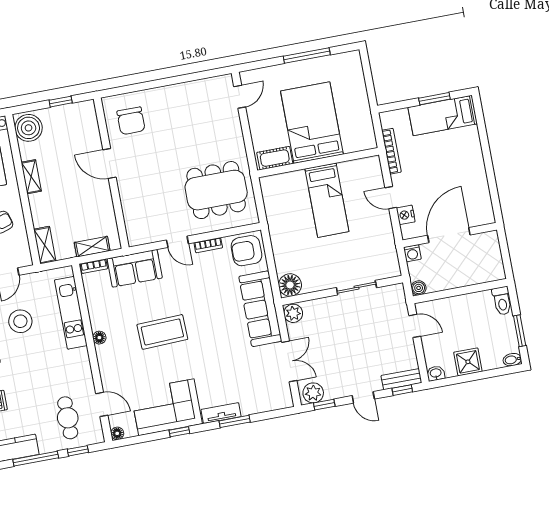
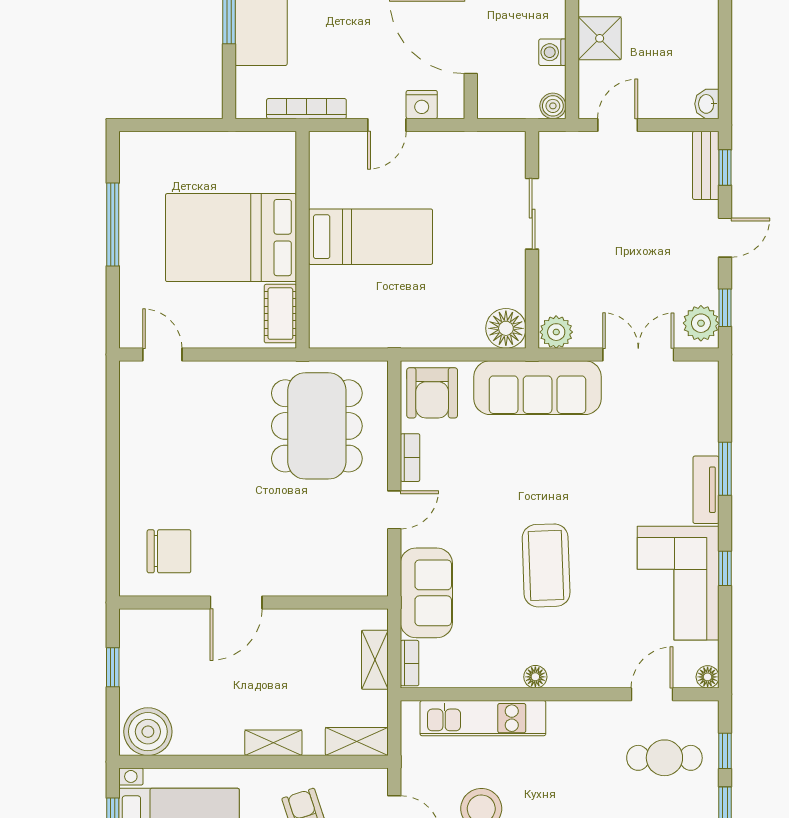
shelving: (31, 177) -> (273, 743), moved
washing machine: (412, 253) -> (552, 52), moved, turned 180
shower: (468, 362) -> (600, 38), moved

